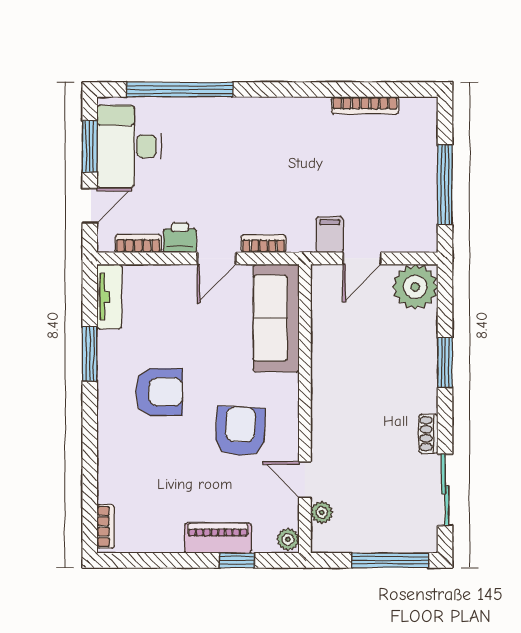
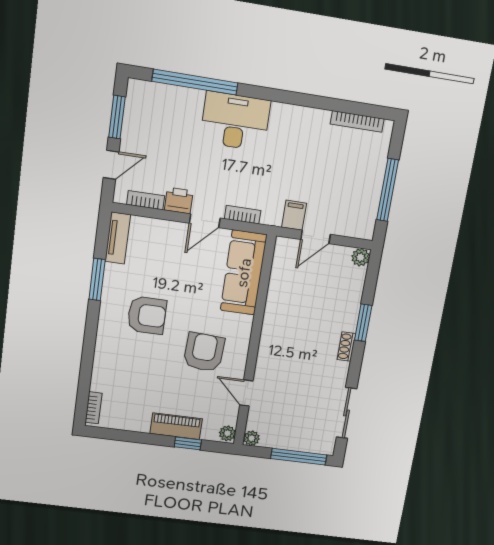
bookcase: (365, 105) -> (357, 121), moved
desk: (129, 146) -> (235, 121), moved, turned 90
plant: (415, 287) -> (361, 257), width x0.53, depth x0.53
shoe rack: (428, 434) -> (346, 347), moved
plant: (322, 512) -> (252, 438), moved

